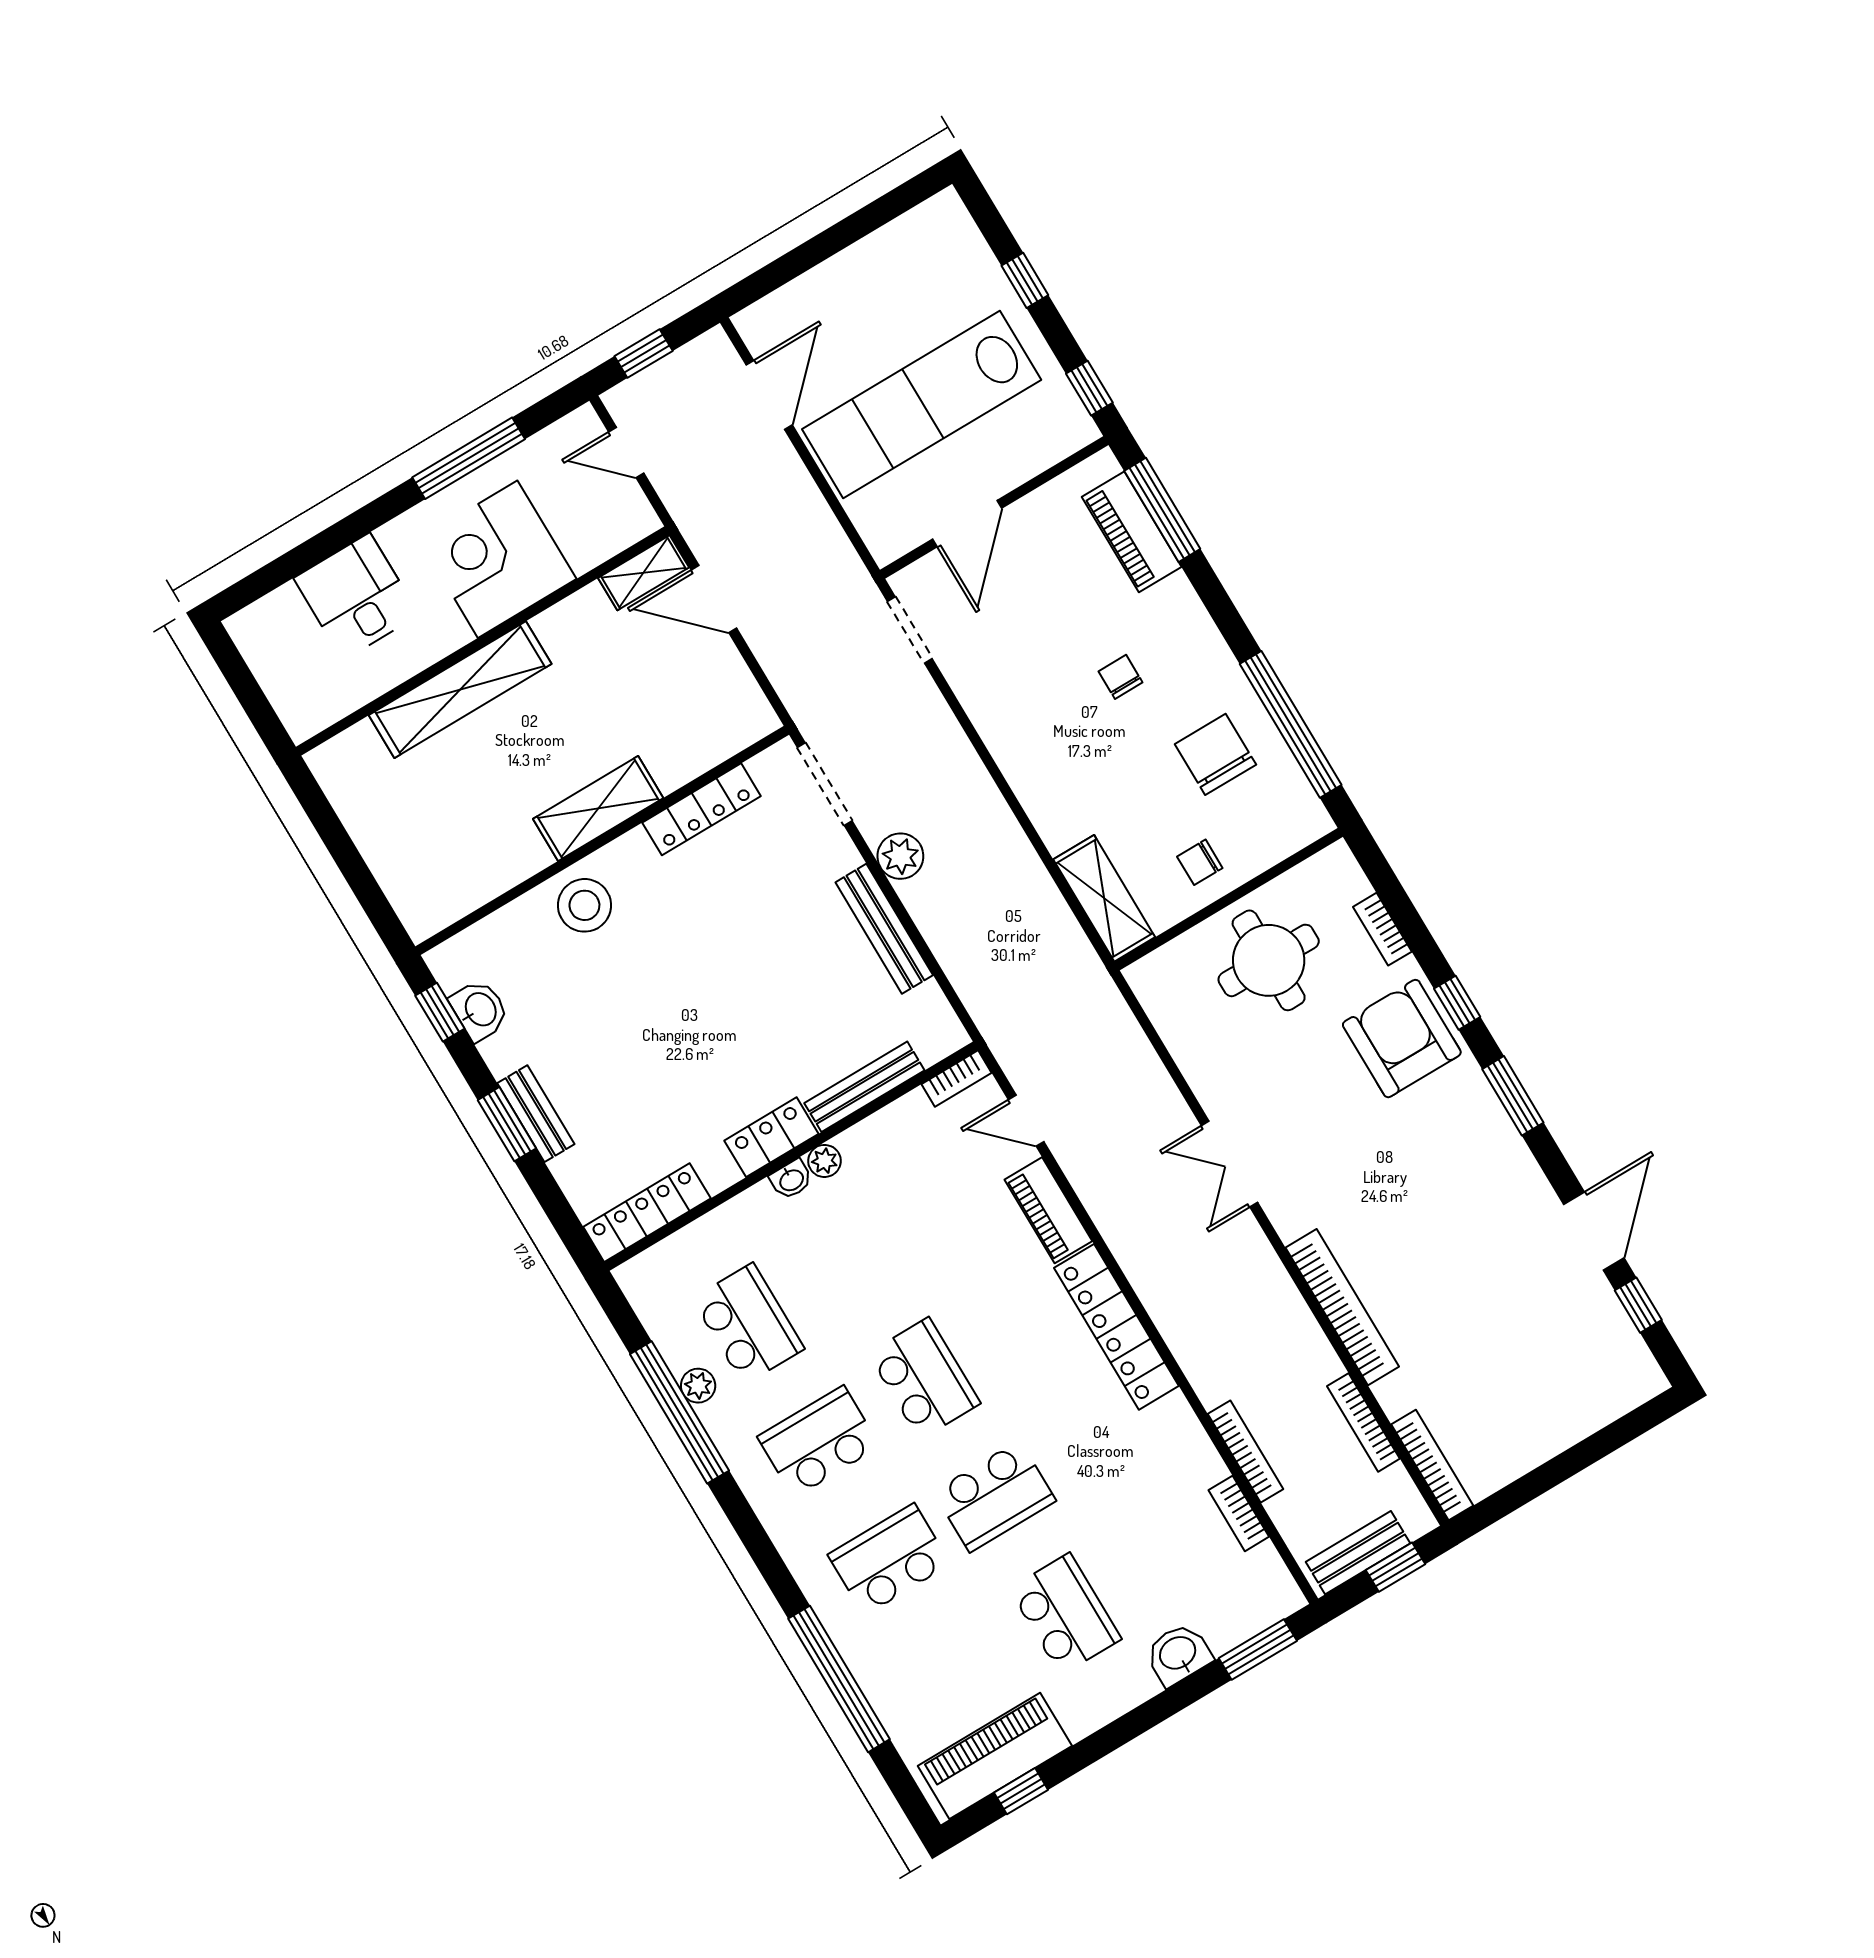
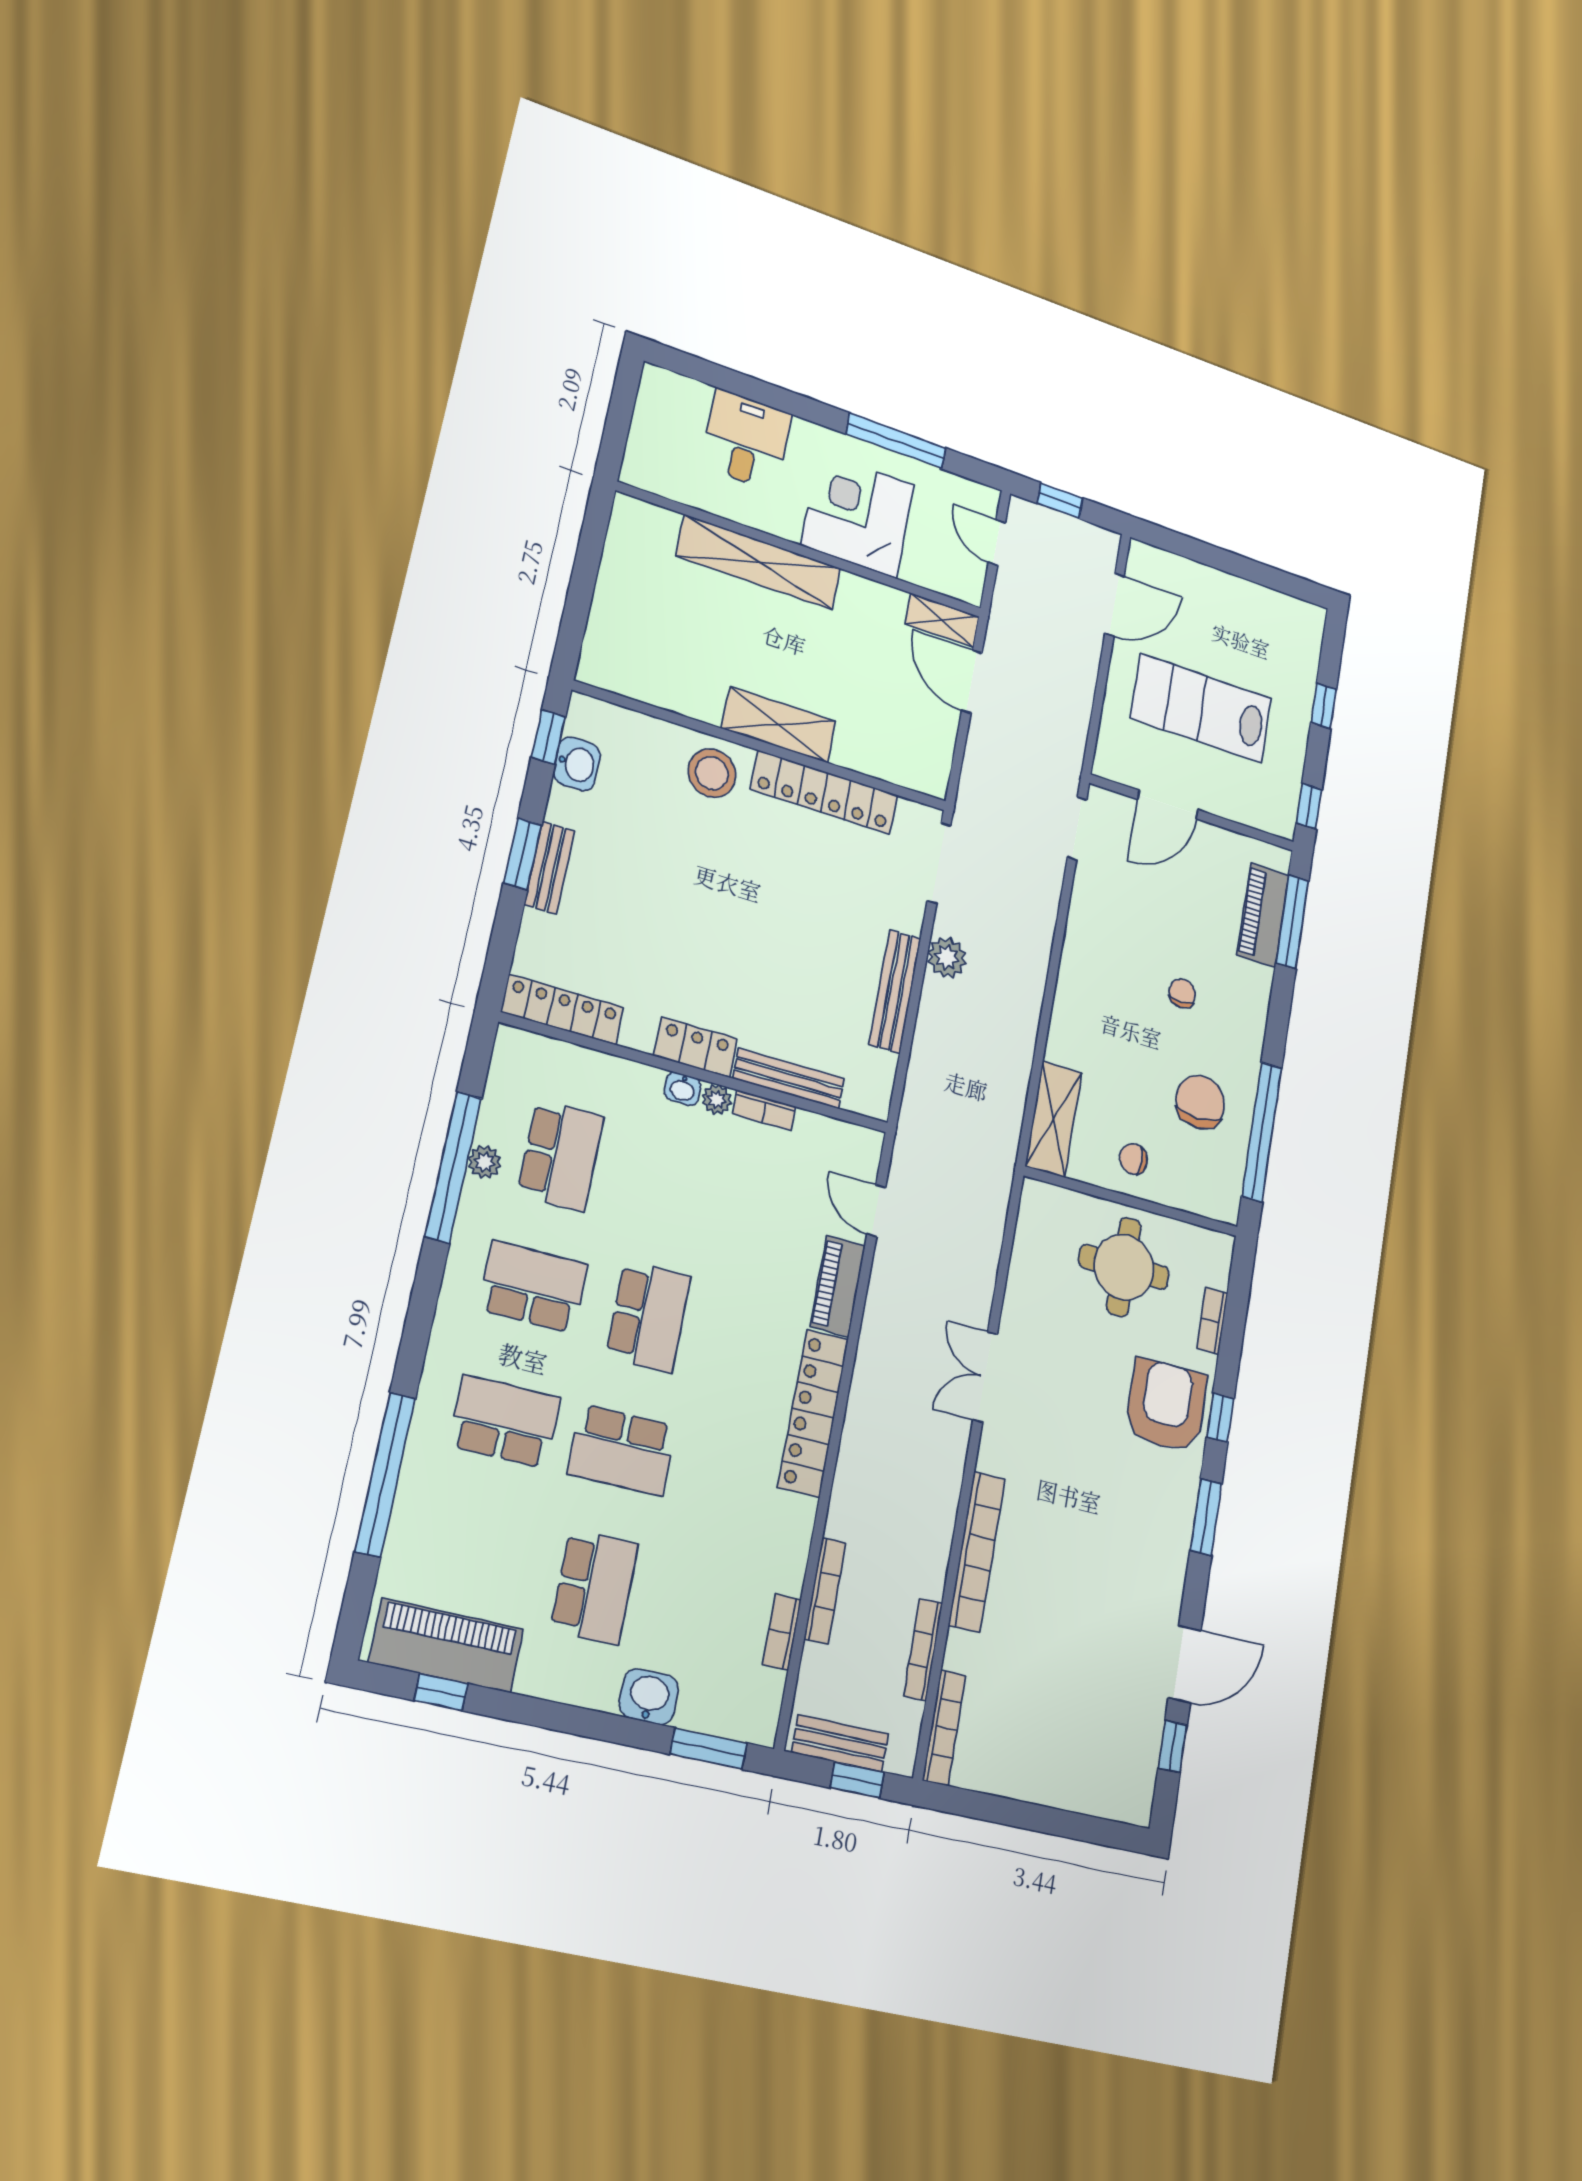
lab bench: (922, 405) -> (1201, 708), width x0.73
locker: (702, 809) -> (824, 792), width x1.41, depth x1.21
bookcase: (957, 1078) -> (764, 1110), moved

